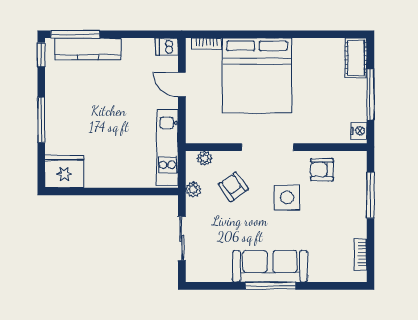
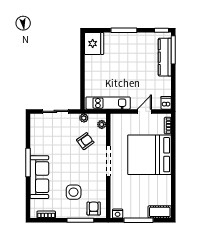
armchair: (322, 170) -> (94, 208), moved
side table: (287, 198) -> (74, 192), moved
sofa: (270, 266) -> (39, 177), moved

